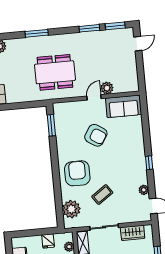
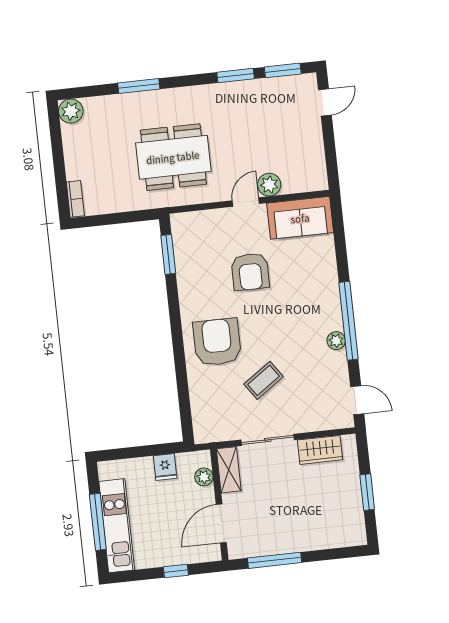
armchair: (96, 135) -> (250, 272), turned 57
window: (149, 163) -> (349, 321), width x3.17
plant: (144, 190) -> (336, 341), moved
plant: (71, 209) -> (207, 408), removed

